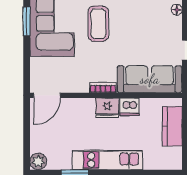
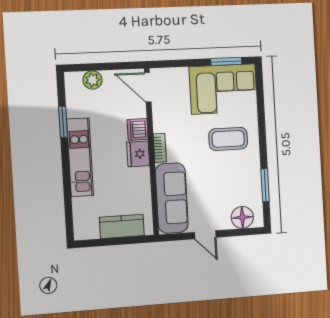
floor lamp: (177, 10) -> (242, 217), width x1.89, depth x1.89
dishwasher: (130, 107) -> (138, 129), moved
plant: (38, 161) -> (92, 80), moved

